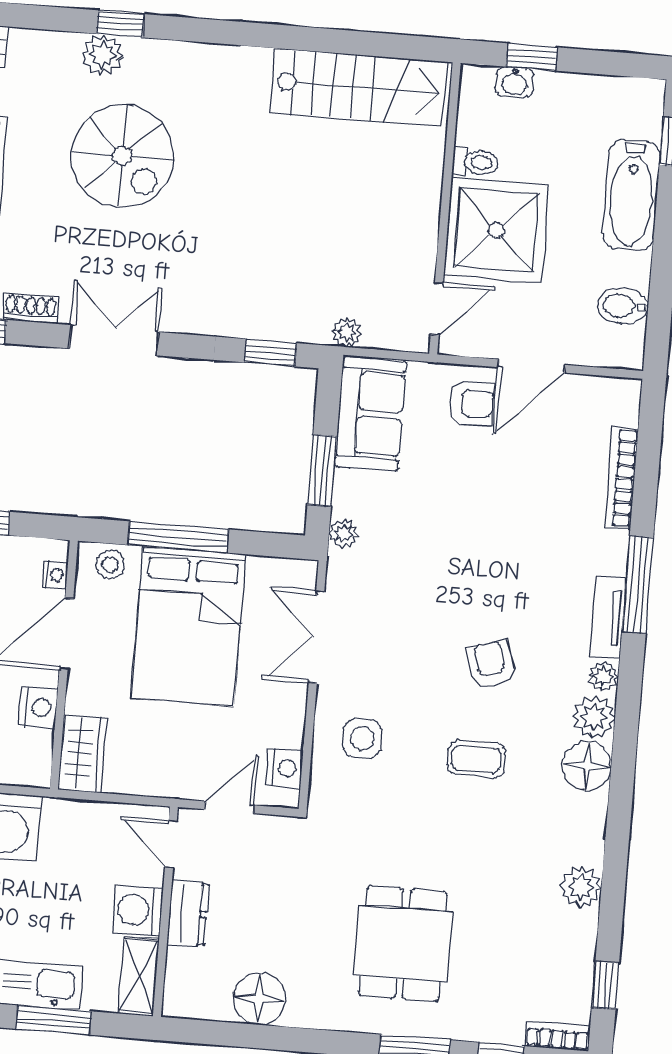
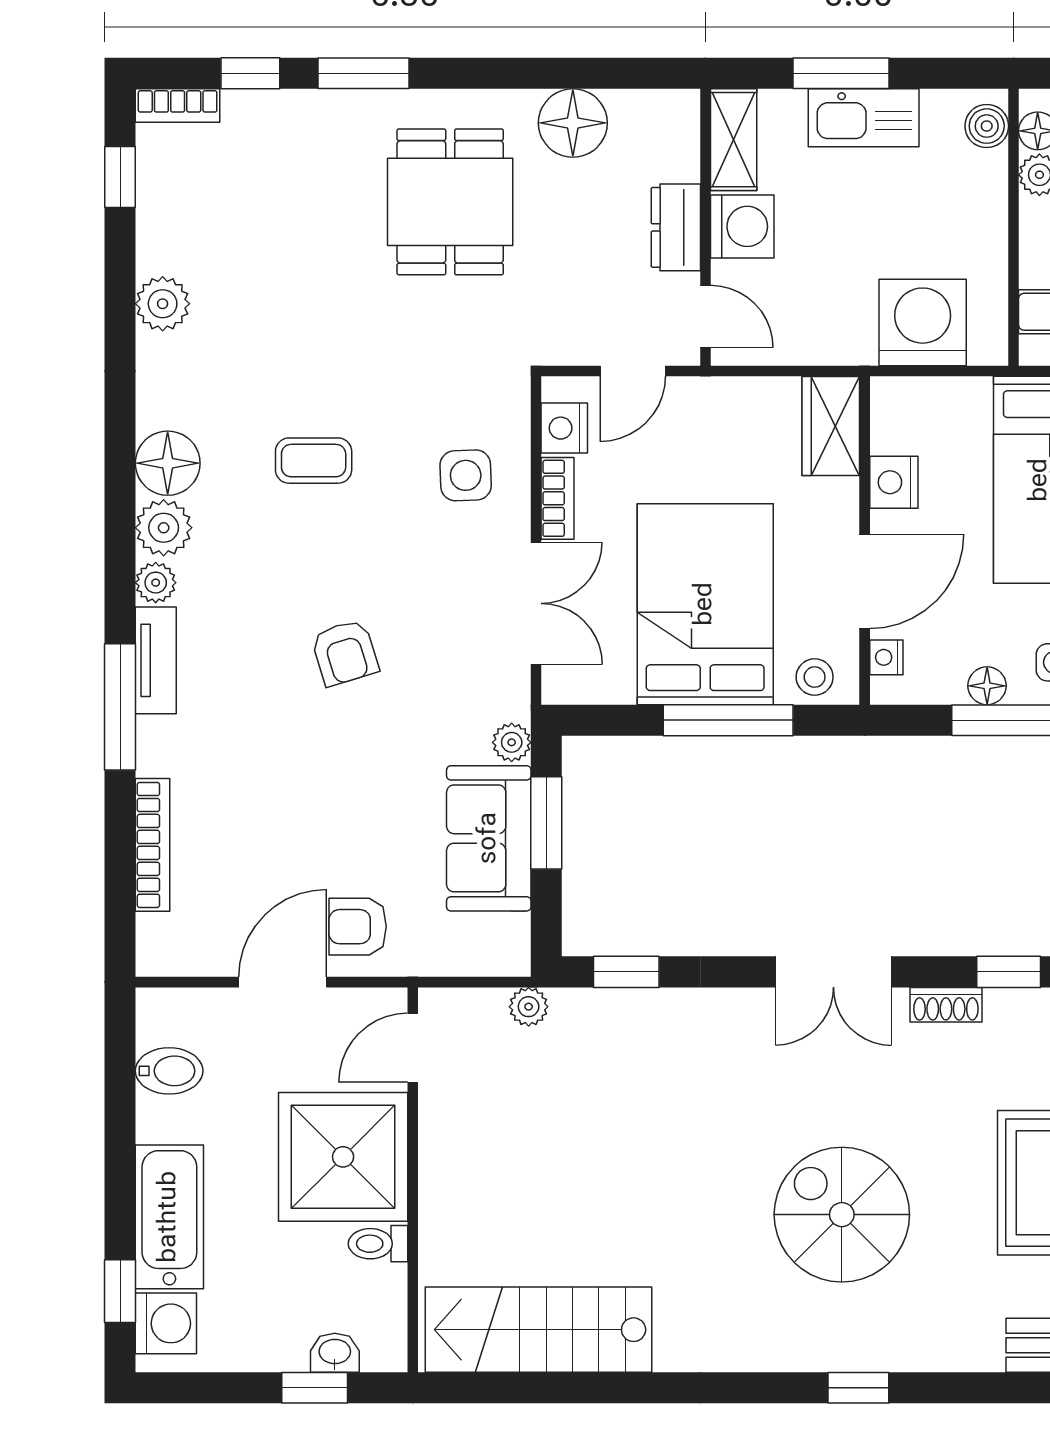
plant: (102, 55) -> (879, 1345), removed
washing machine: (641, 115) -> (166, 1323), added
sofa: (371, 414) -> (489, 838), moved
armchair: (491, 664) -> (345, 653), moved
bookcase: (294, 715) -> (558, 498), added
dining table: (403, 944) -> (450, 202), moved

